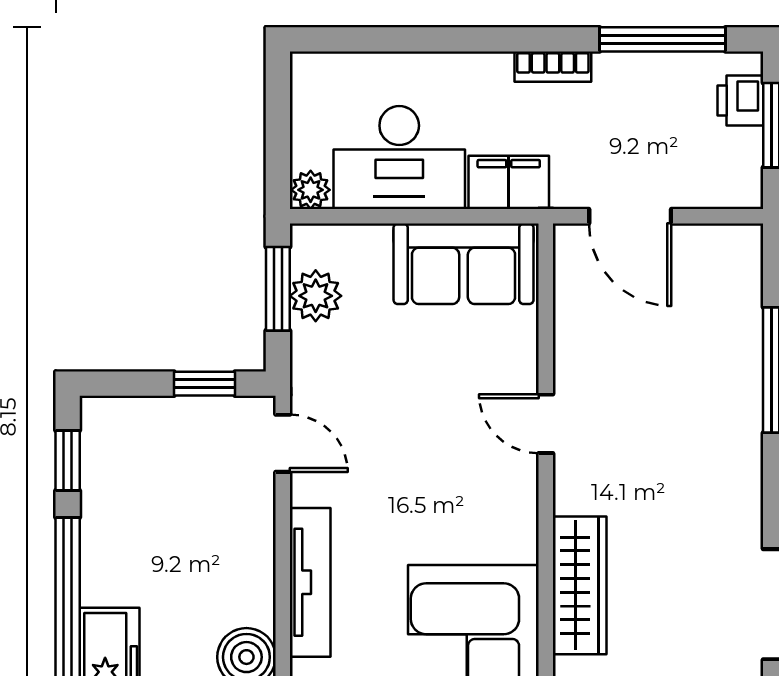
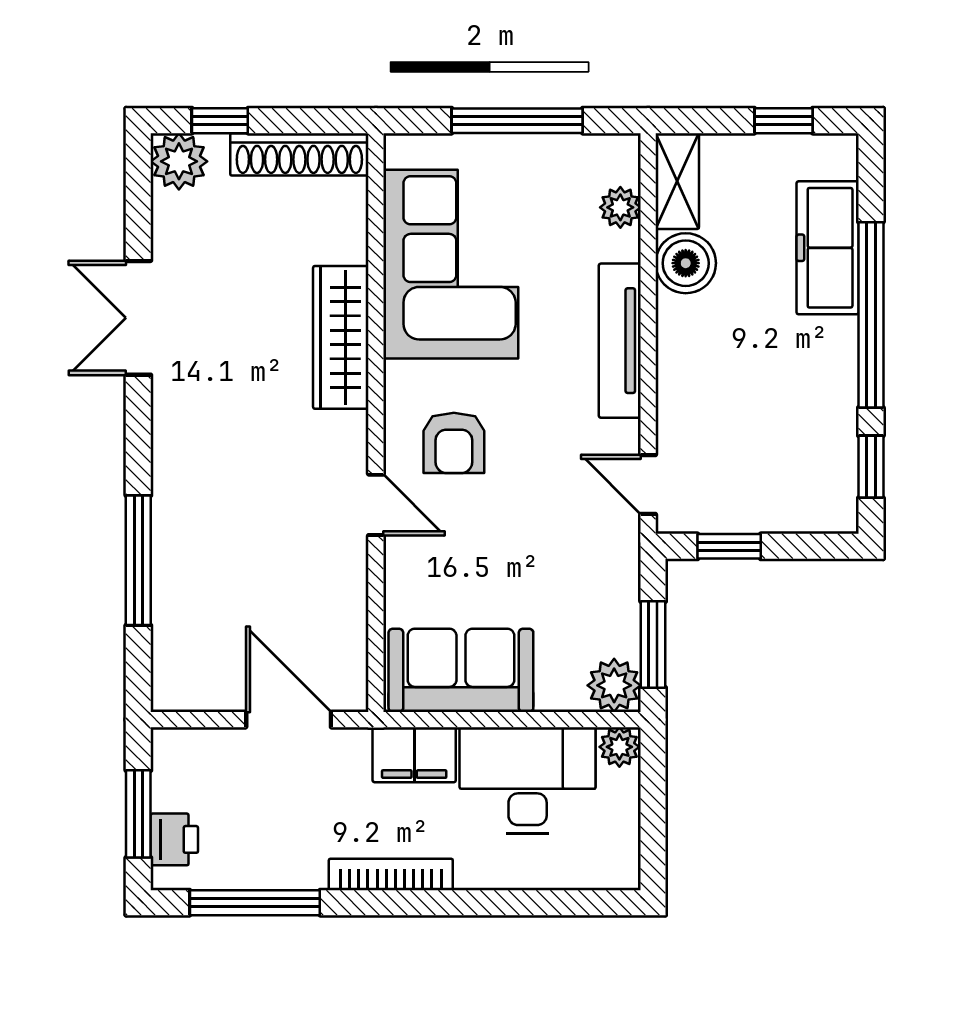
bookcase: (553, 67) -> (391, 874), width x1.56
plant: (316, 296) -> (614, 685), moved
armchair: (470, 484) -> (454, 443), added

